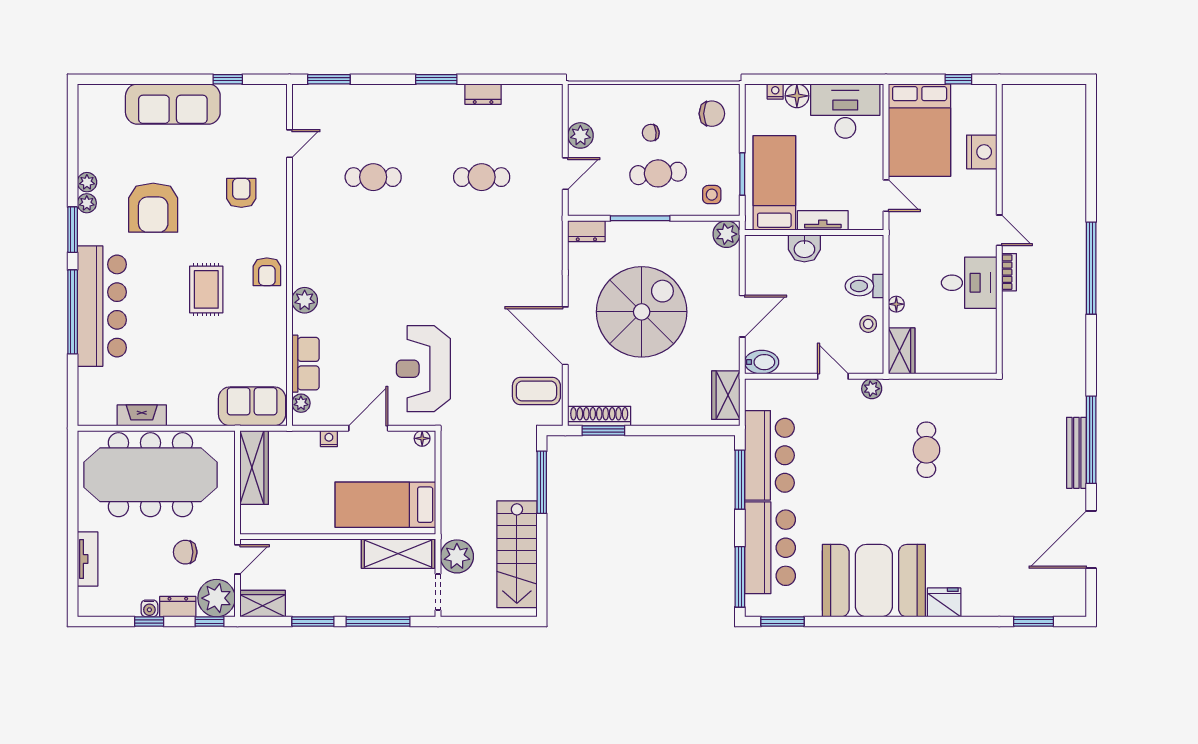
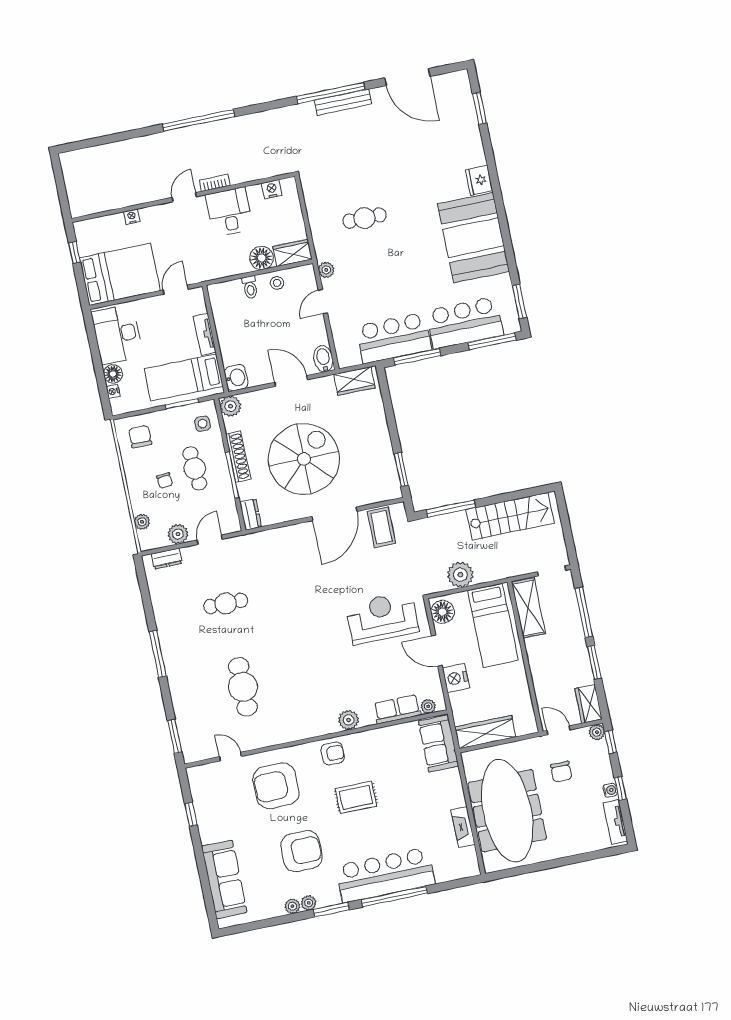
window: (436, 79) -> (158, 654), width x1.44
dresser: (483, 94) -> (167, 559), moved, turned 90
plant: (605, 94) -> (142, 522), added
sofa: (173, 104) -> (224, 879), moved
nightstand: (982, 152) -> (132, 217), width x0.53, depth x0.56
door: (565, 174) -> (210, 540), hinge flipped
cafe table: (373, 177) -> (243, 687), width x1.37, depth x1.35
cafe table: (482, 177) -> (226, 603), turned 90
armchair: (241, 193) -> (276, 786), width x1.88, depth x1.88
washbasin: (804, 248) -> (236, 378), moved
toilet: (864, 286) -> (250, 287), width x0.73, depth x0.72
floor lamp: (896, 304) -> (262, 258), width x1.89, depth x1.89
spiral stairs: (642, 312) -> (304, 459), turned 90
nightstand: (986, 341) -> (272, 189), added
reception desk: (423, 369) -> (382, 618), turned 180
shoe rack: (599, 416) -> (238, 457), moved, turned 180
floor lamp: (422, 438) -> (443, 612), width x1.89, depth x1.89
nightstand: (329, 439) -> (456, 678), width x1.89, depth x1.79
plant: (457, 556) -> (460, 575), moved
tv unit: (88, 559) -> (615, 822), moved, turned -90
plant: (217, 598) -> (597, 732), width x0.53, depth x0.53
dresser: (178, 607) -> (604, 769), removed

